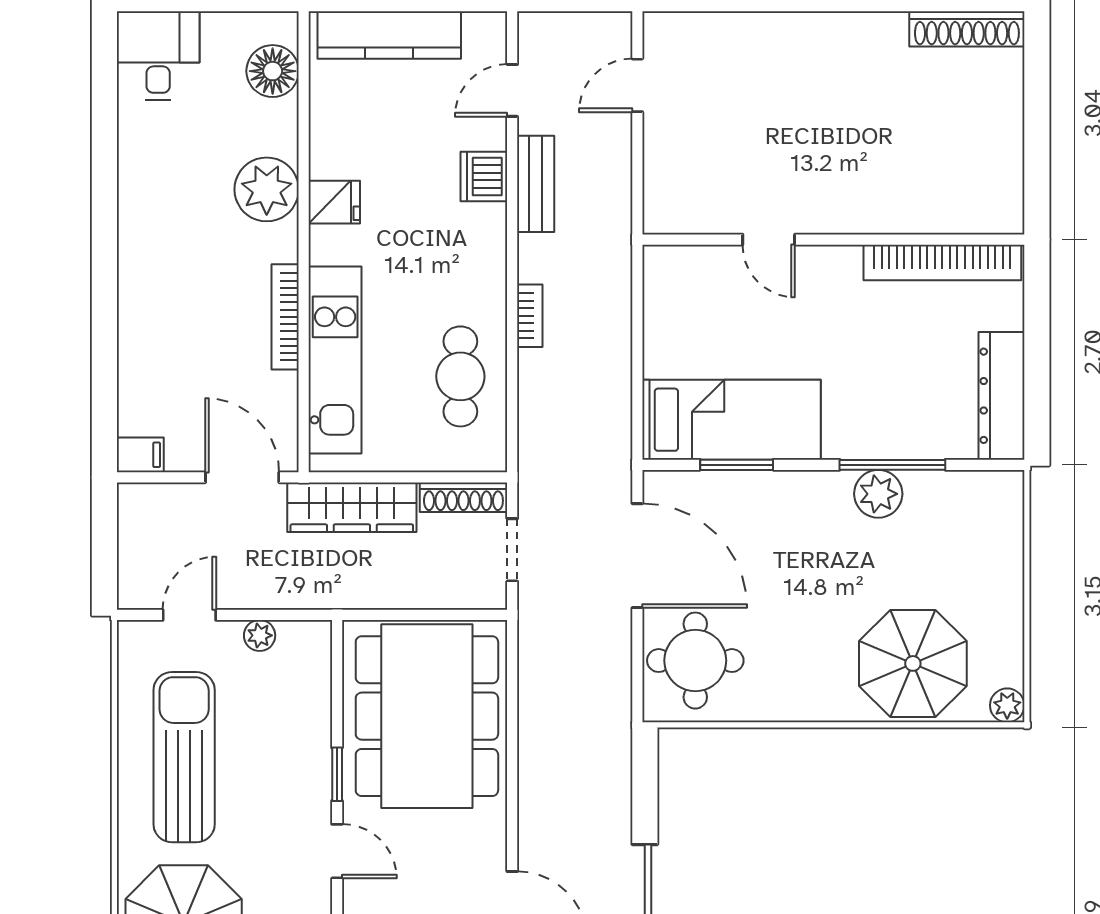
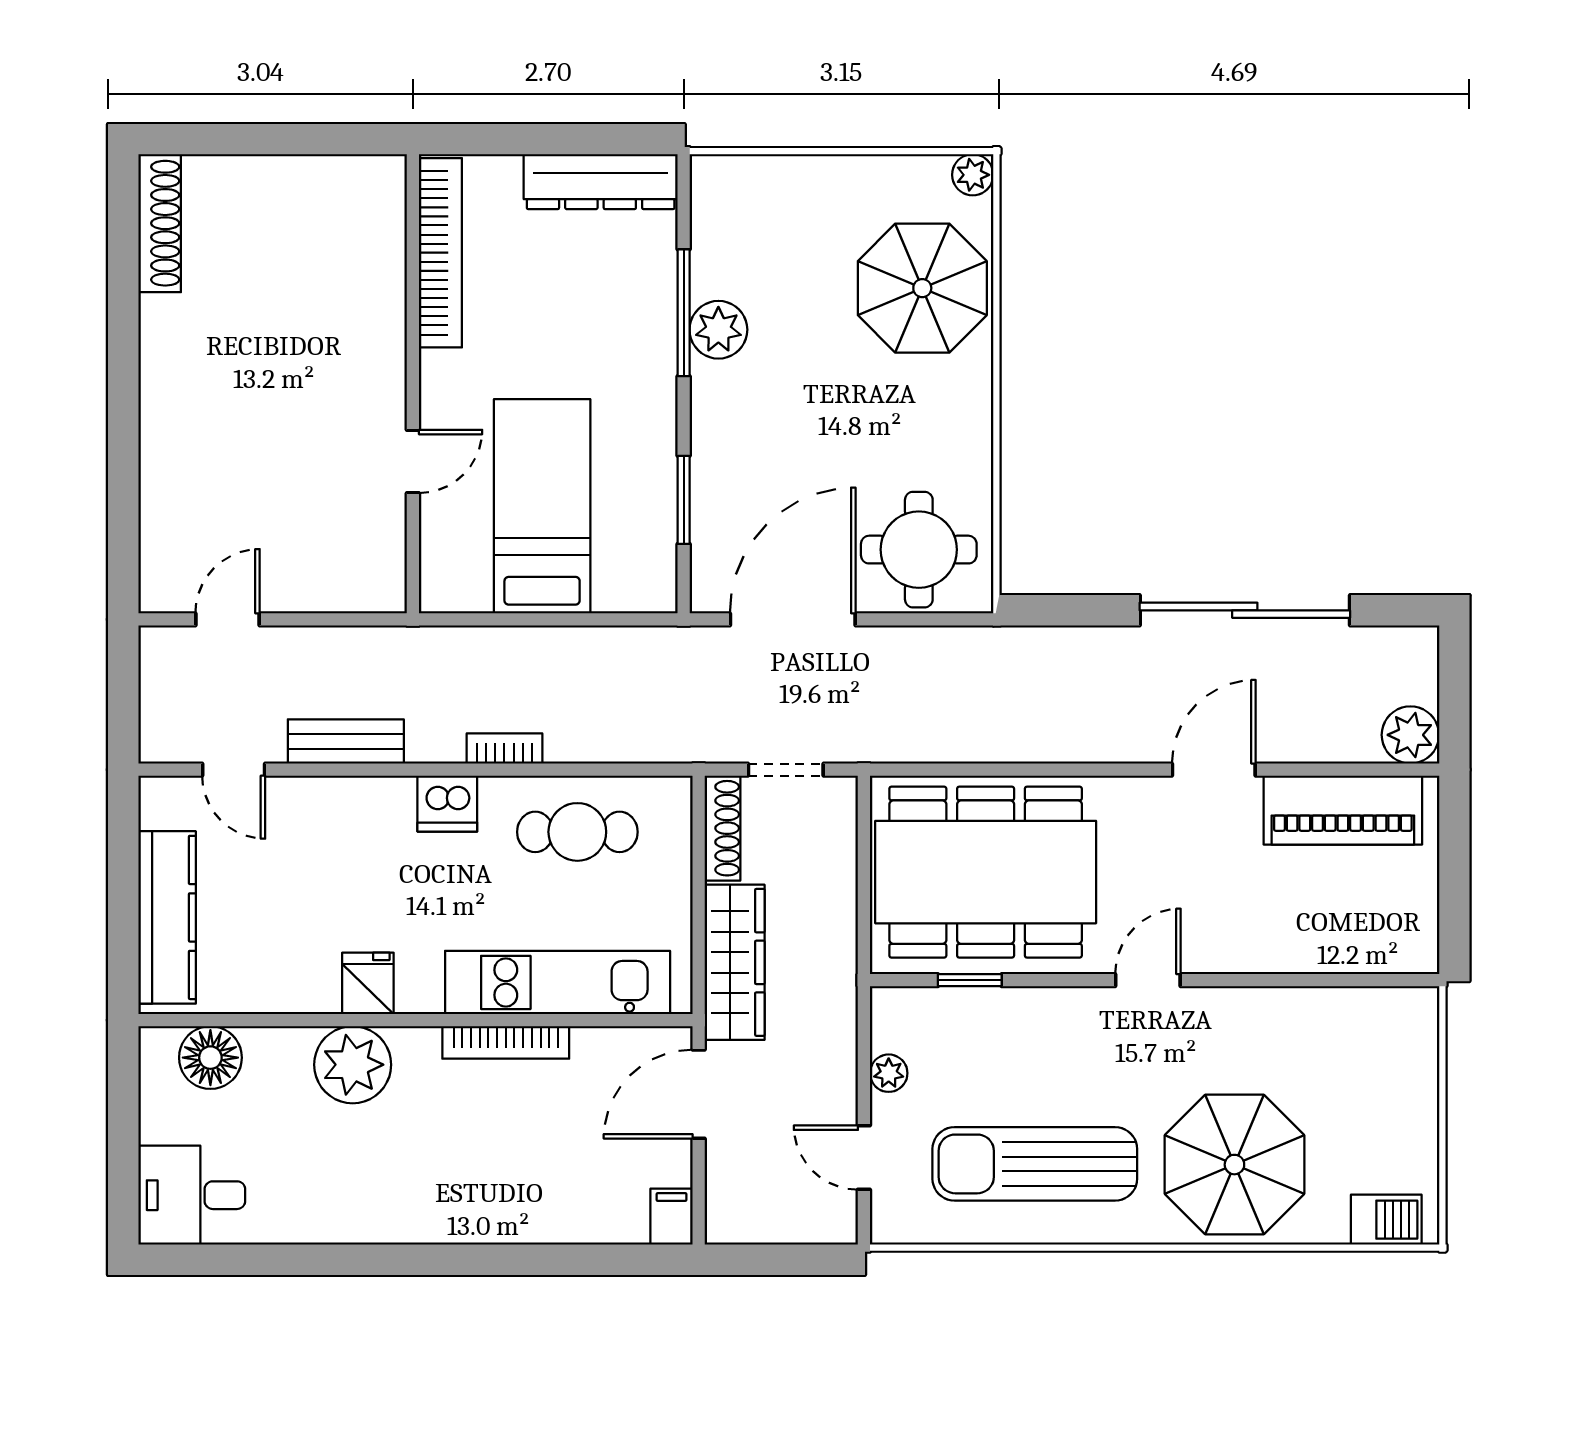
door: (637, 85) -> (228, 619), swing flipped
dishwasher: (484, 176) -> (447, 804), moved
bed: (731, 420) -> (542, 506), moved
window: (337, 774) -> (970, 980), moved

